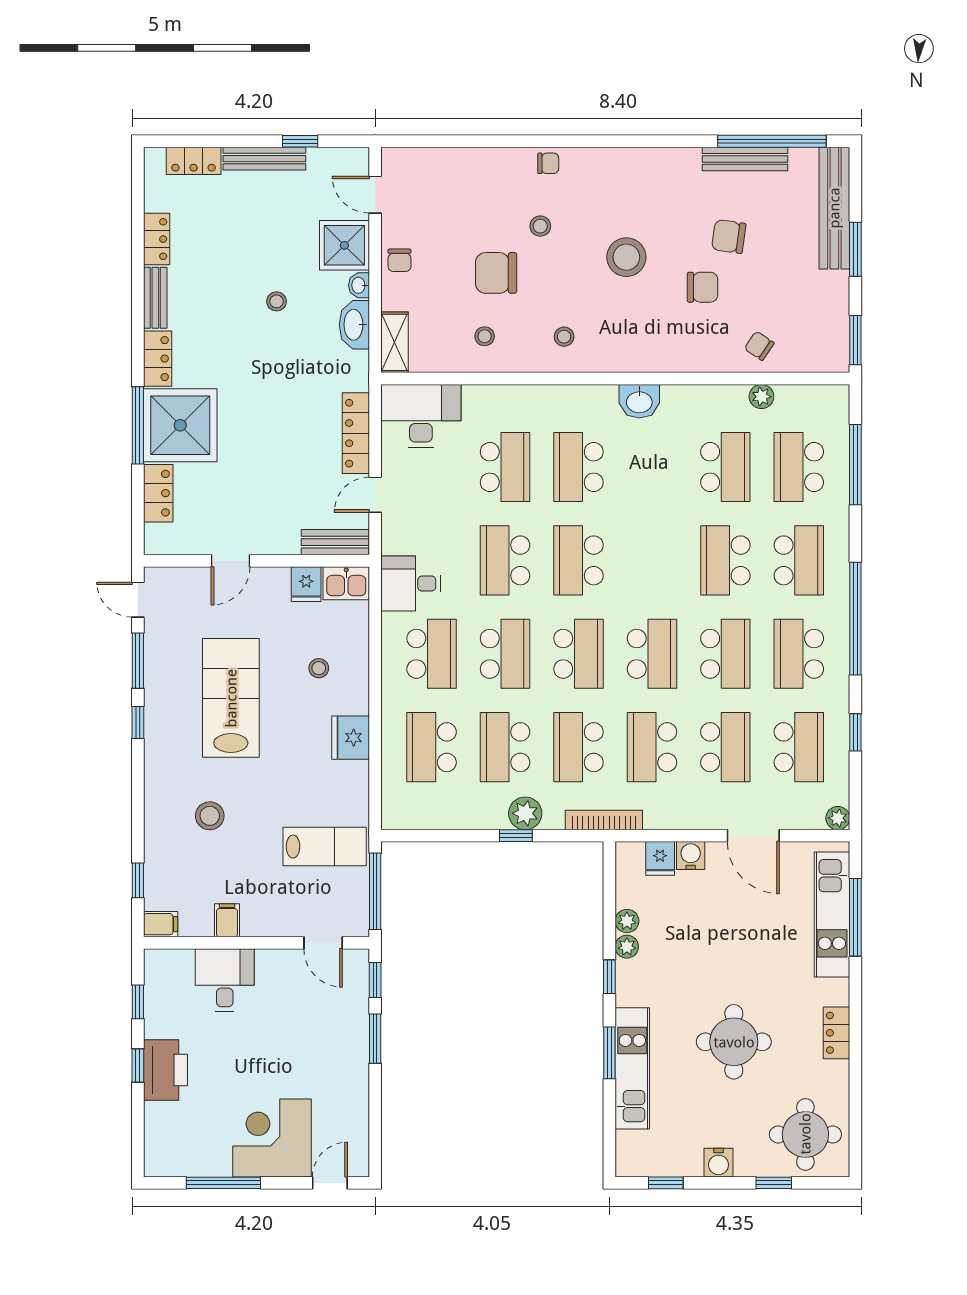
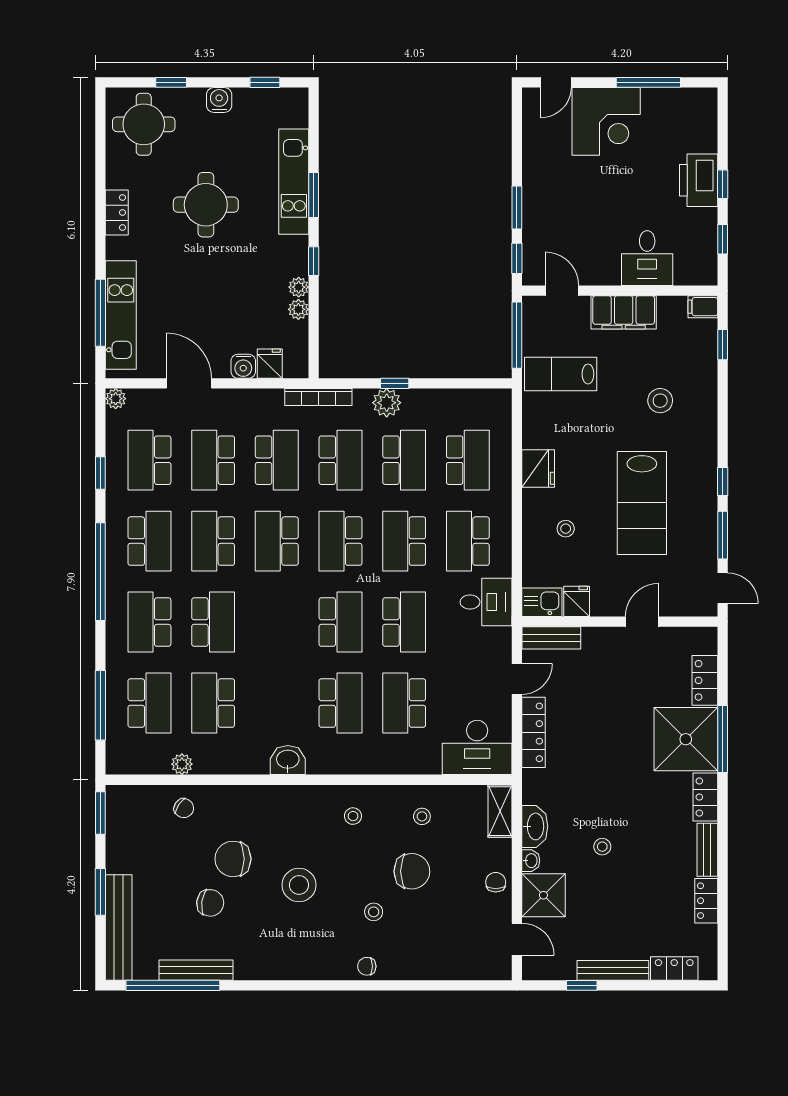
chair: (703, 287) -> (233, 859), width x1.37, depth x1.37
filing cabinet: (227, 920) -> (624, 312), width x3.00, depth x1.17

